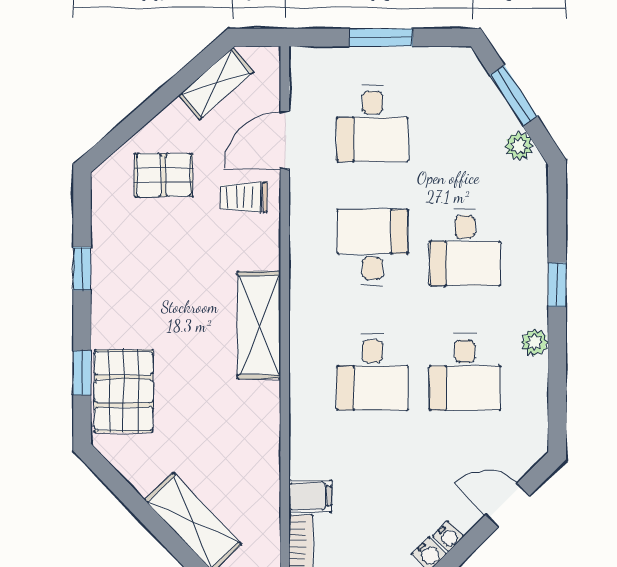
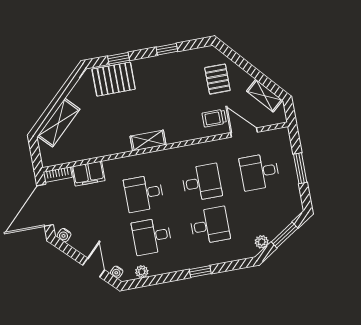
trolley: (244, 197) -> (214, 118), turned -90
desk: (465, 248) -> (210, 225), turned 180
shelving: (259, 325) -> (148, 140), width x0.67, depth x0.75
plant: (535, 342) -> (142, 272), moved
filing cabinet: (310, 496) -> (88, 174), width x2.00
water cooler: (448, 537) -> (117, 272), moved

